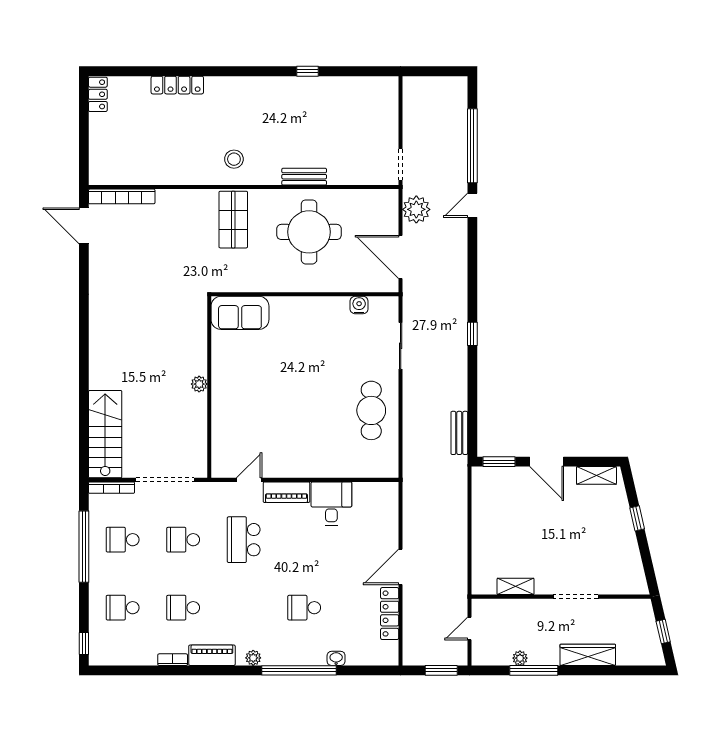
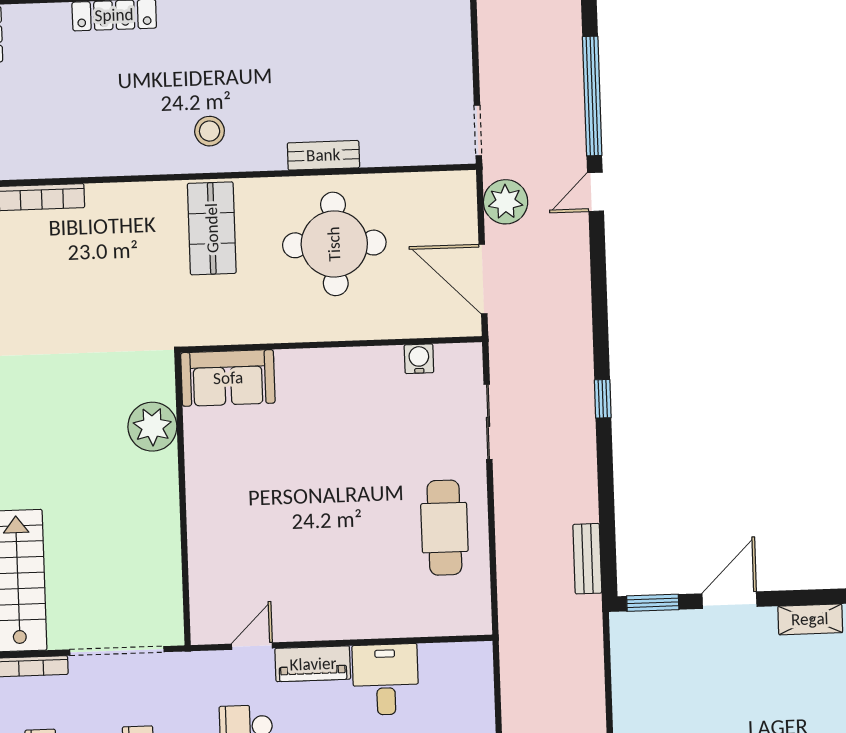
plant: (199, 384) -> (152, 427), moved, width x1.87, depth x1.87
door: (547, 462) -> (729, 600), swing flipped

